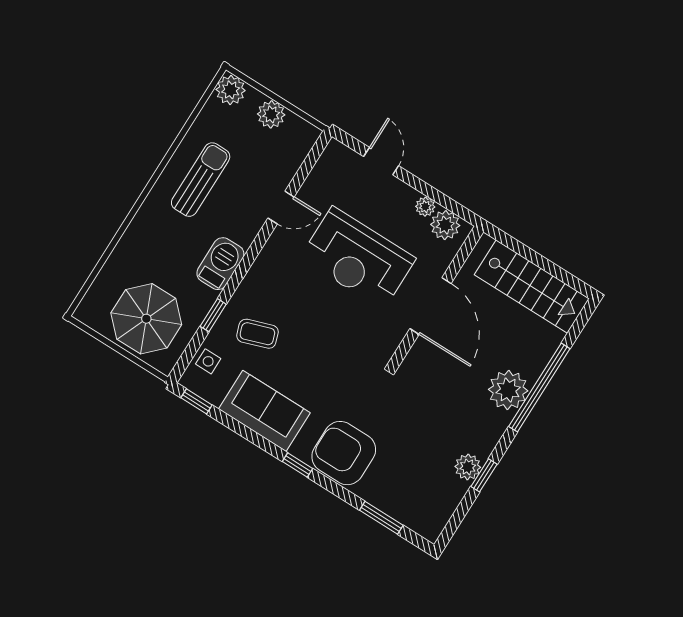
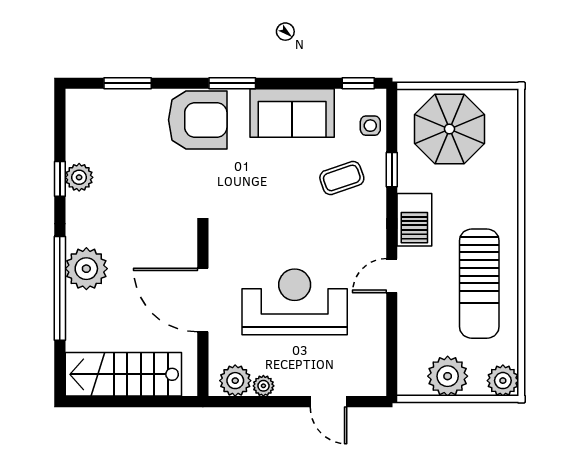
plant: (271, 114) -> (448, 376), width x1.36, depth x1.36
sun lounger: (201, 180) -> (479, 284), width x1.36, depth x1.34
door: (281, 207) -> (392, 276), moved
window: (297, 465) -> (232, 83), width x1.50

